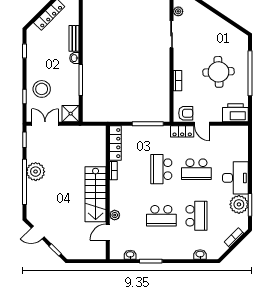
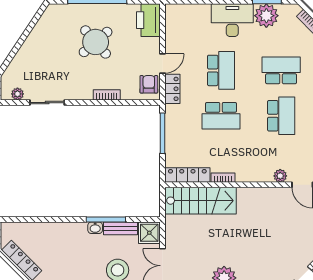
bench: (74, 38) -> (120, 228), moved
washbasin: (74, 58) -> (95, 228), moved
round table: (218, 72) -> (96, 42), turned -38
stairs: (96, 194) -> (200, 201), moved

